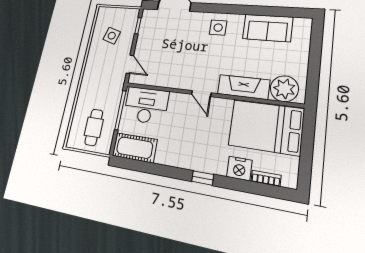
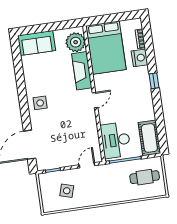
sofa: (268, 28) -> (37, 43), moved, turned 90

